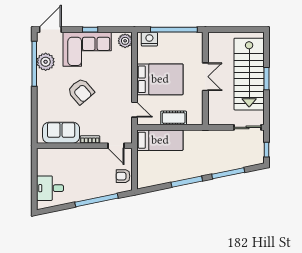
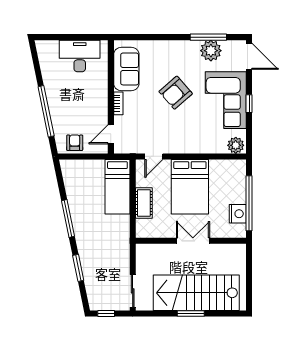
nightstand: (149, 39) -> (238, 214), moved
window: (34, 64) -> (208, 37), width x0.68
double door: (205, 77) -> (193, 241), swing flipped
window: (228, 173) -> (78, 268), width x0.69
desk: (50, 188) -> (80, 56), moved, width x1.37

